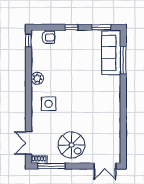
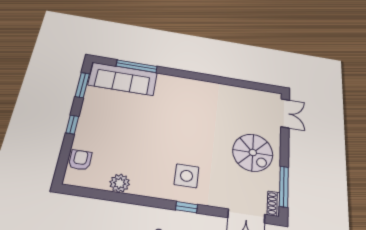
window: (29, 41) -> (187, 207), moved
plant: (37, 78) -> (120, 183), moved
spiral stairs: (72, 145) -> (253, 153), turned 90

